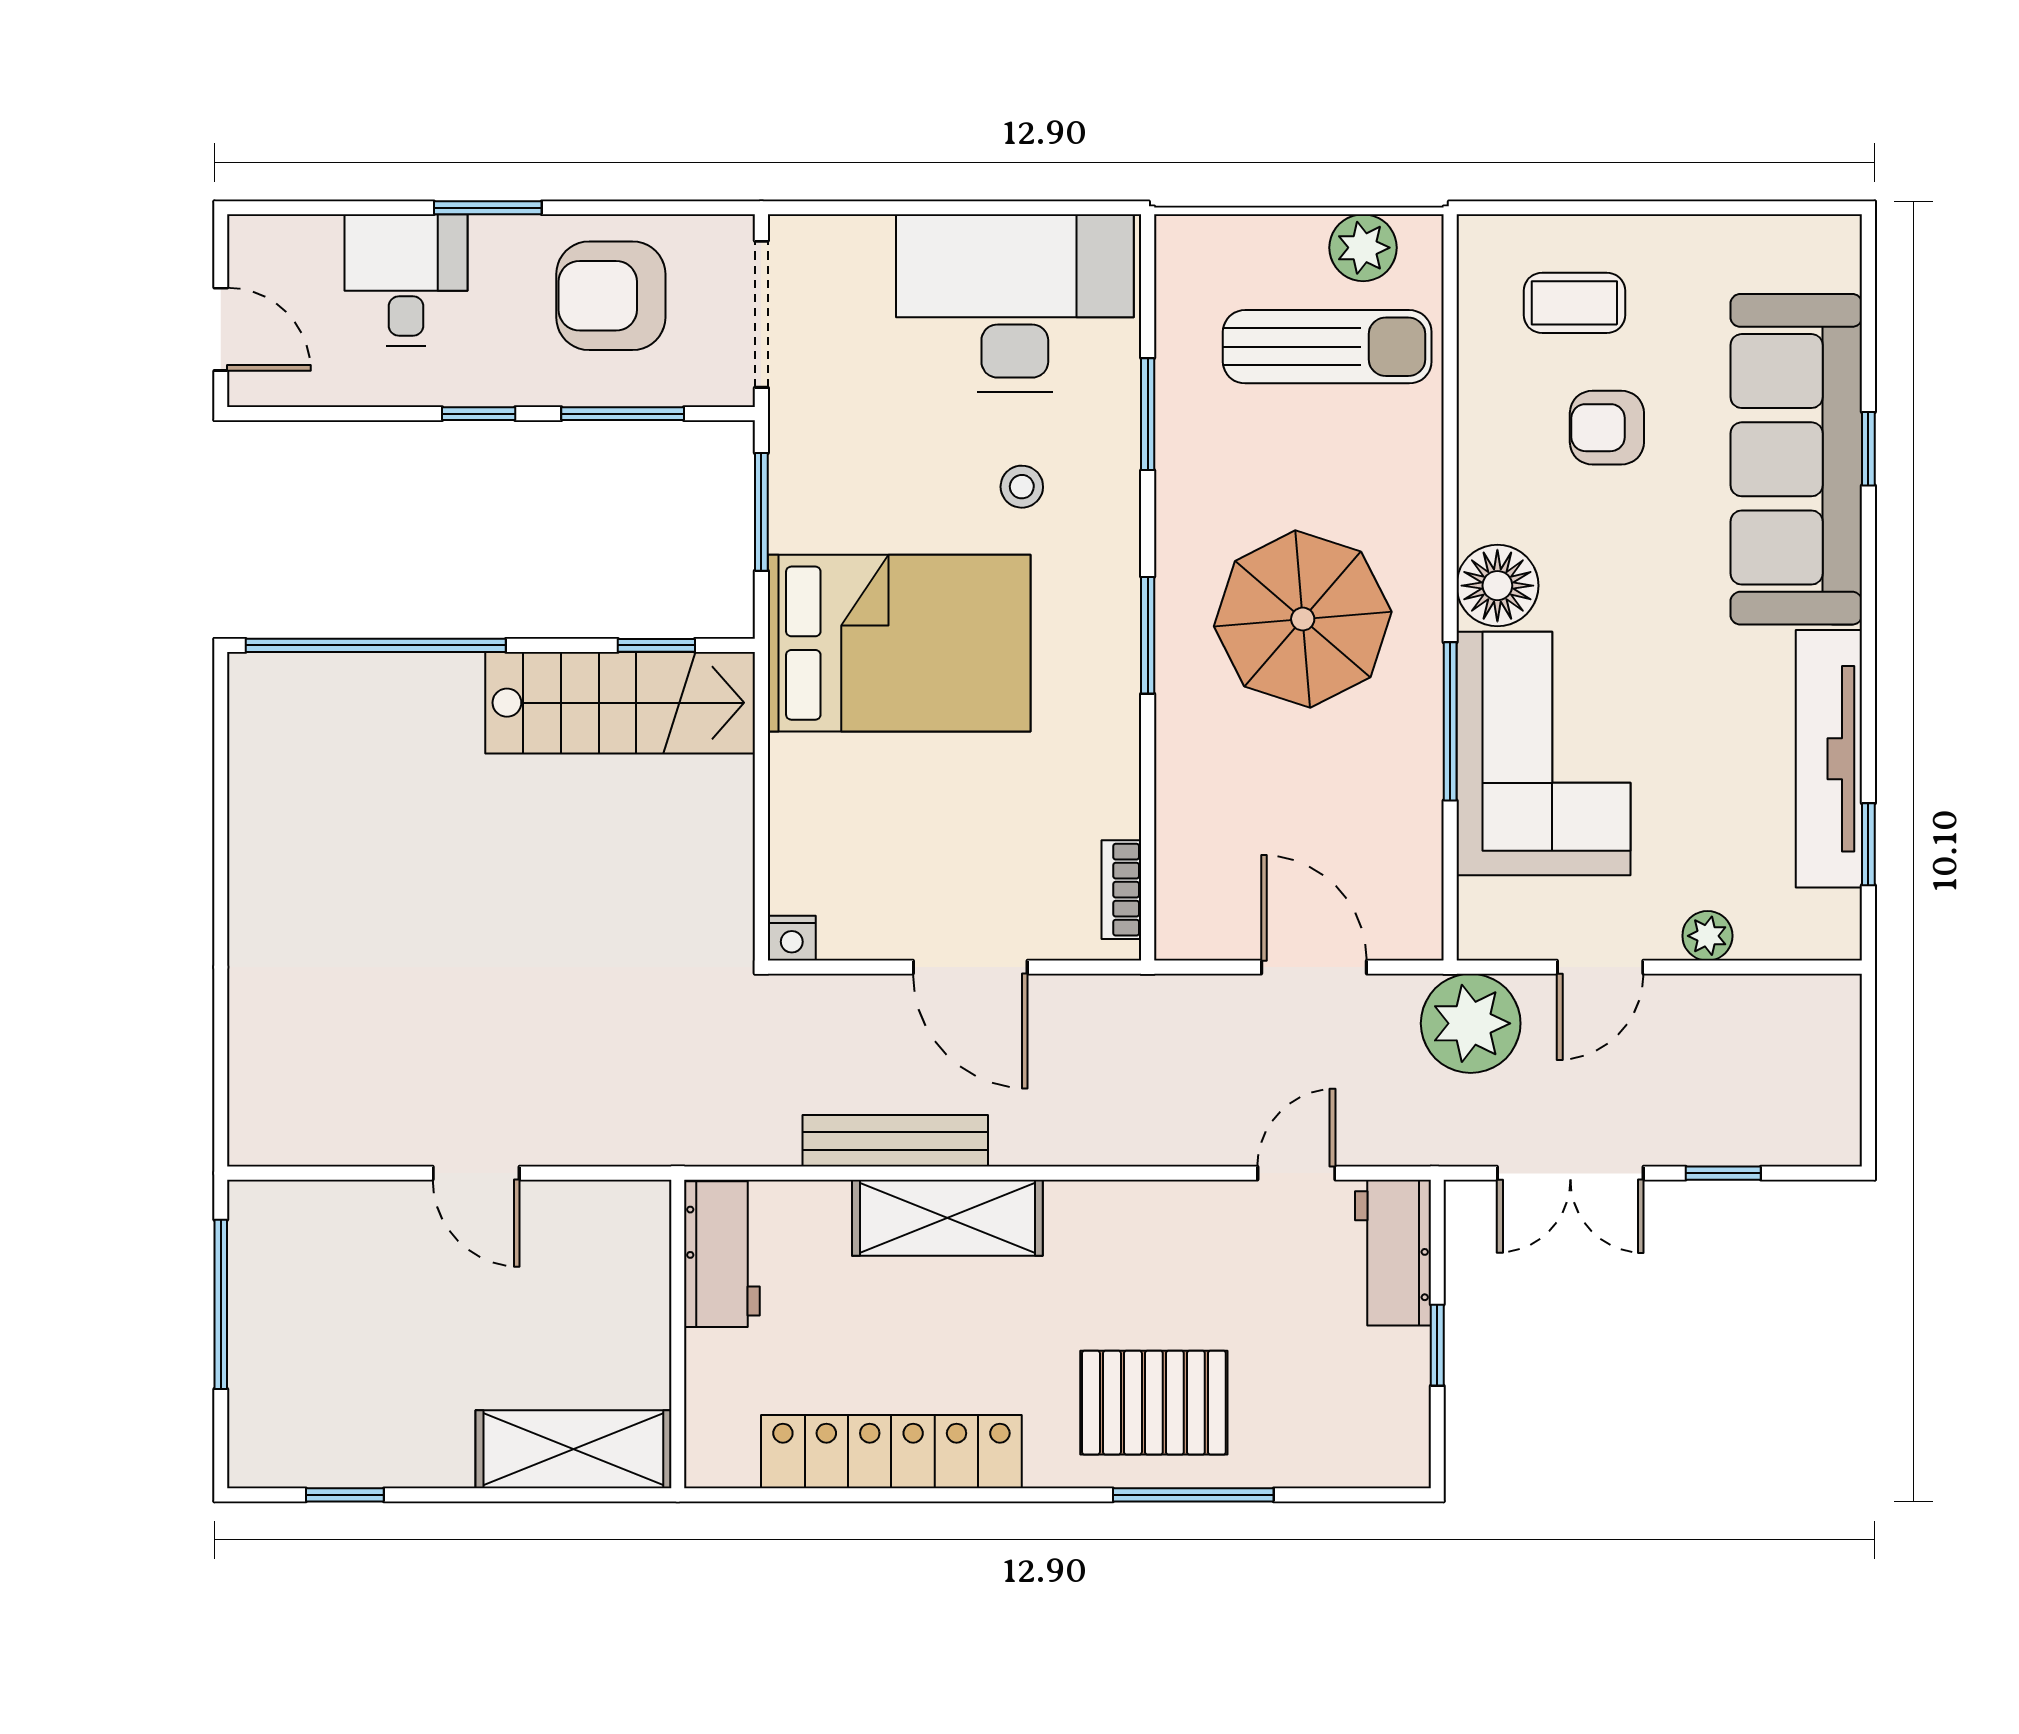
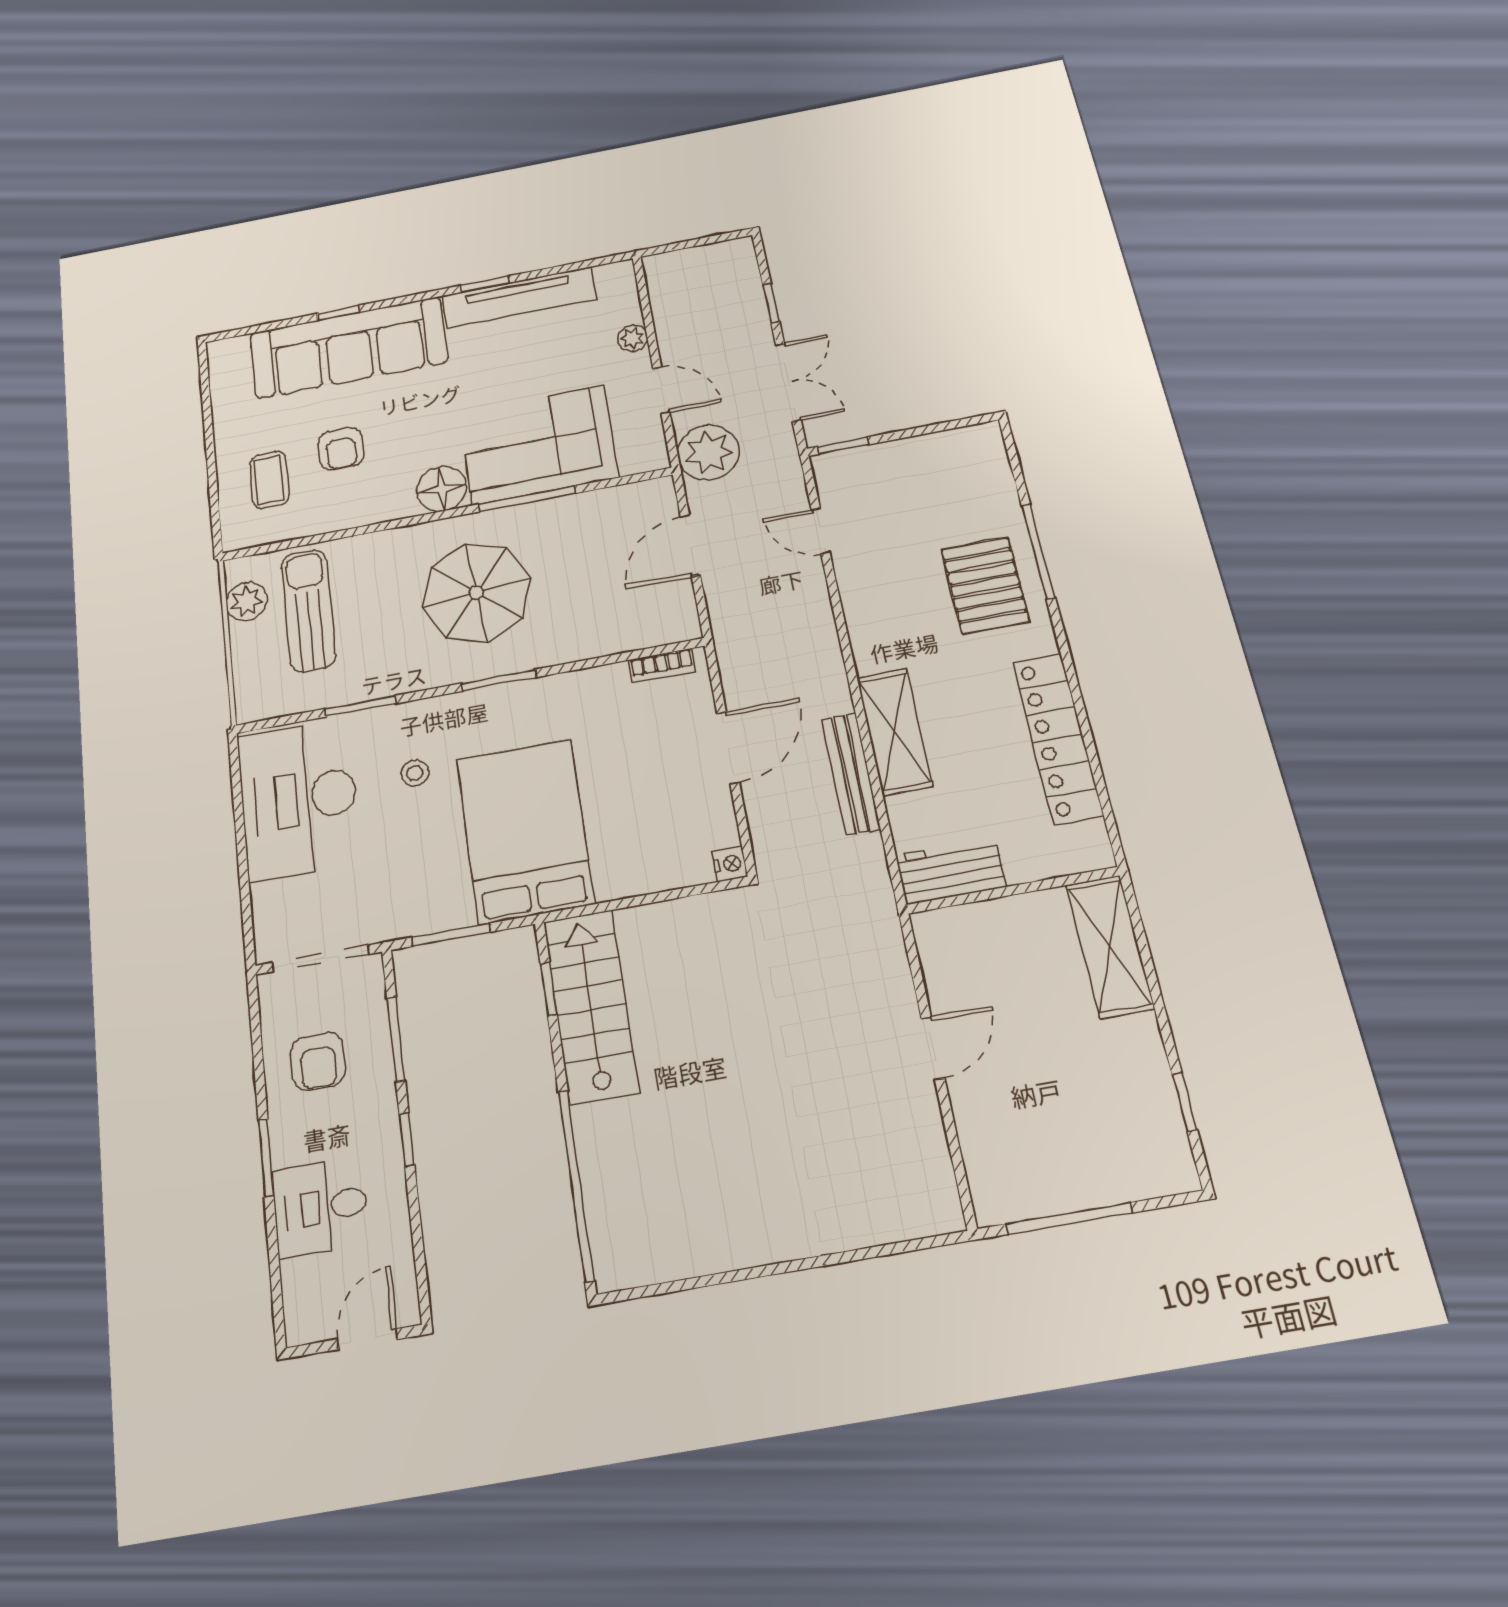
armchair: (611, 296) -> (318, 1061), width x0.72, depth x0.72
window: (1868, 844) -> (485, 284), moved
workbench: (1393, 1253) -> (858, 468), removed
window: (1437, 1345) -> (843, 446), moved

